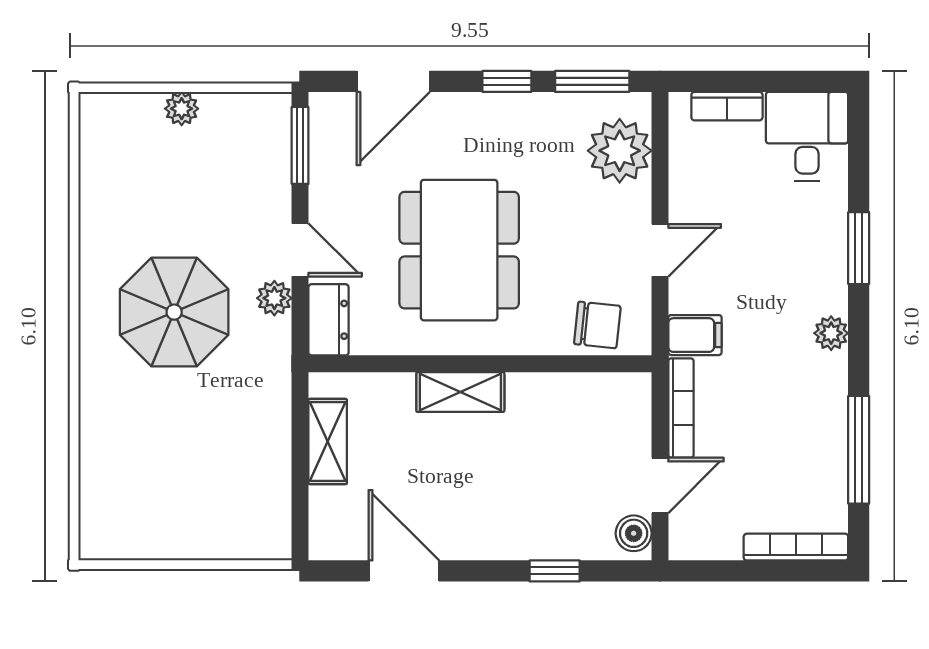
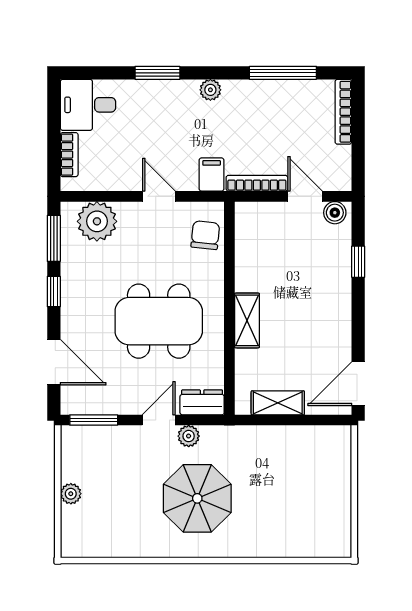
door: (404, 571) -> (358, 384), moved

